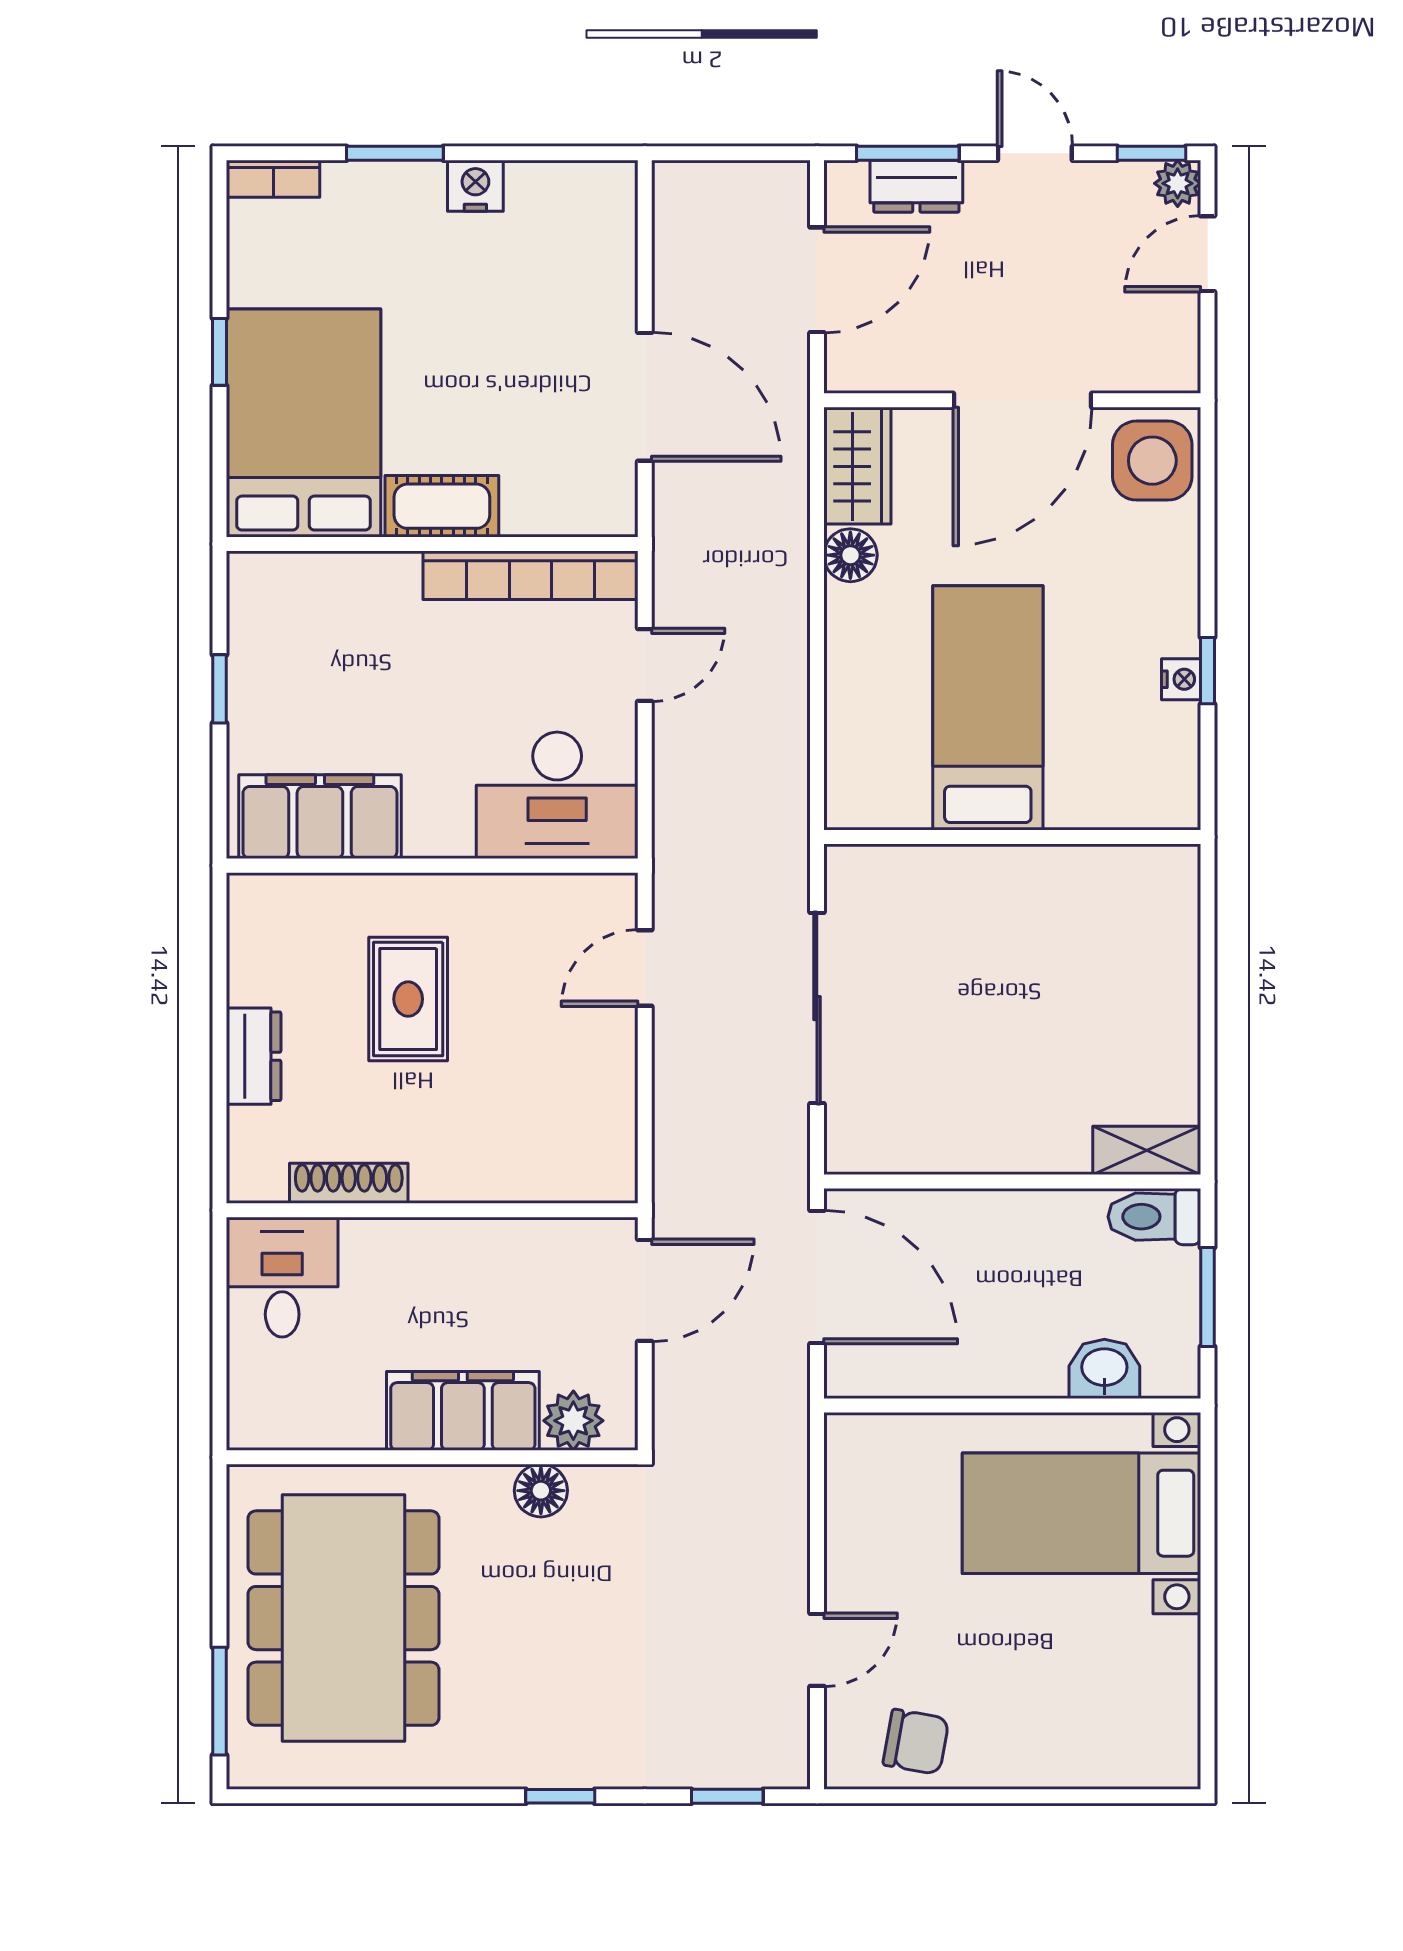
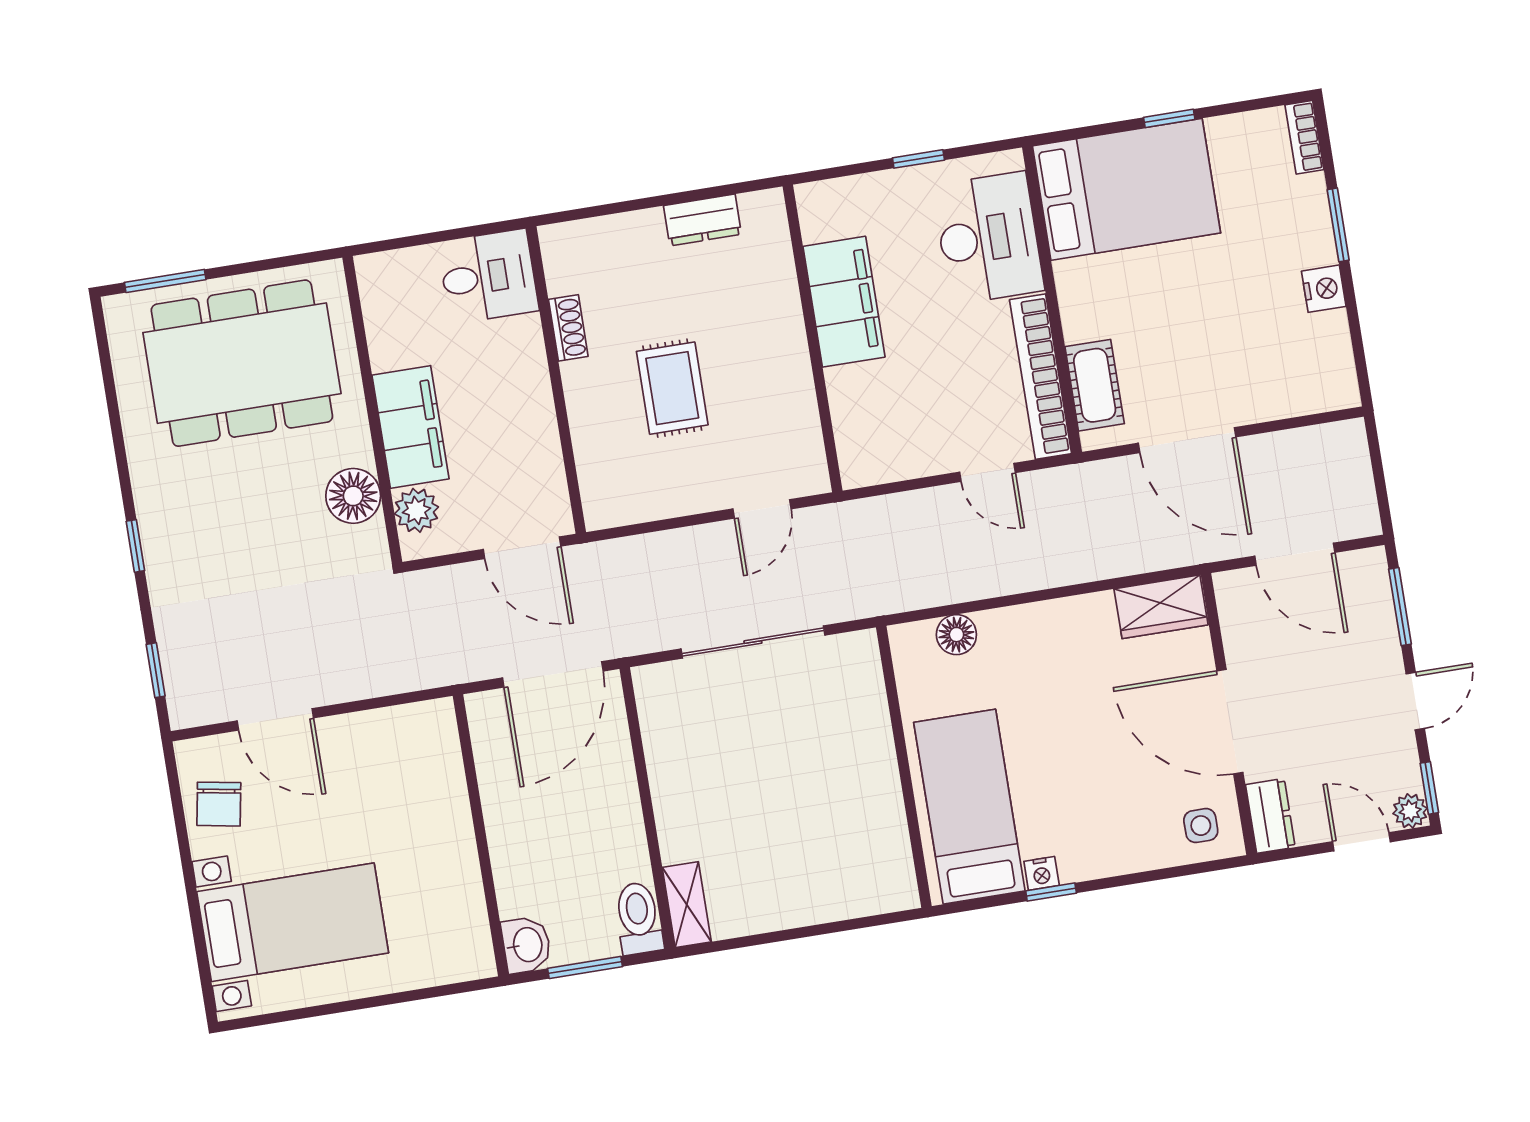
dresser: (916, 186) -> (1270, 816), moved, turned 180
door: (645, 397) -> (1187, 440), hinge flipped
side table: (1152, 461) -> (1201, 826), width x0.54, depth x0.54
cot: (442, 506) -> (1095, 385), moved
floor lamp: (850, 555) -> (956, 635), moved
bed: (988, 708) -> (969, 807), moved, turned -90
desk: (557, 795) -> (988, 238), moved, turned 180
filing cabinet: (320, 817) -> (844, 302), moved
door: (645, 968) -> (762, 509), swing flipped
rug: (408, 999) -> (672, 388), moved, turned 90
dresser: (254, 1056) -> (703, 220), moved
shoe rack: (349, 1183) -> (568, 328), width x0.70
washbasin: (1104, 1369) -> (526, 945), moved
floor lamp: (541, 1491) -> (353, 496), width x1.38, depth x1.38
bed with nightstands: (1082, 1513) -> (293, 922), moved, turned 90
door: (817, 1650) -> (275, 719), width x1.38

